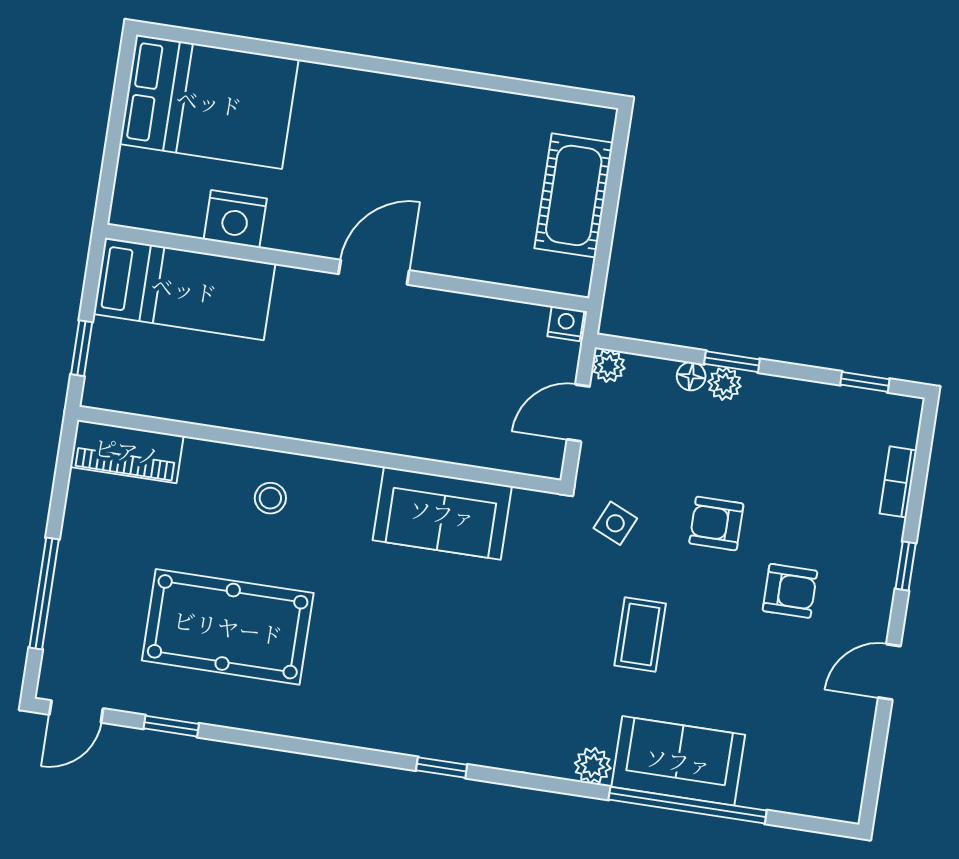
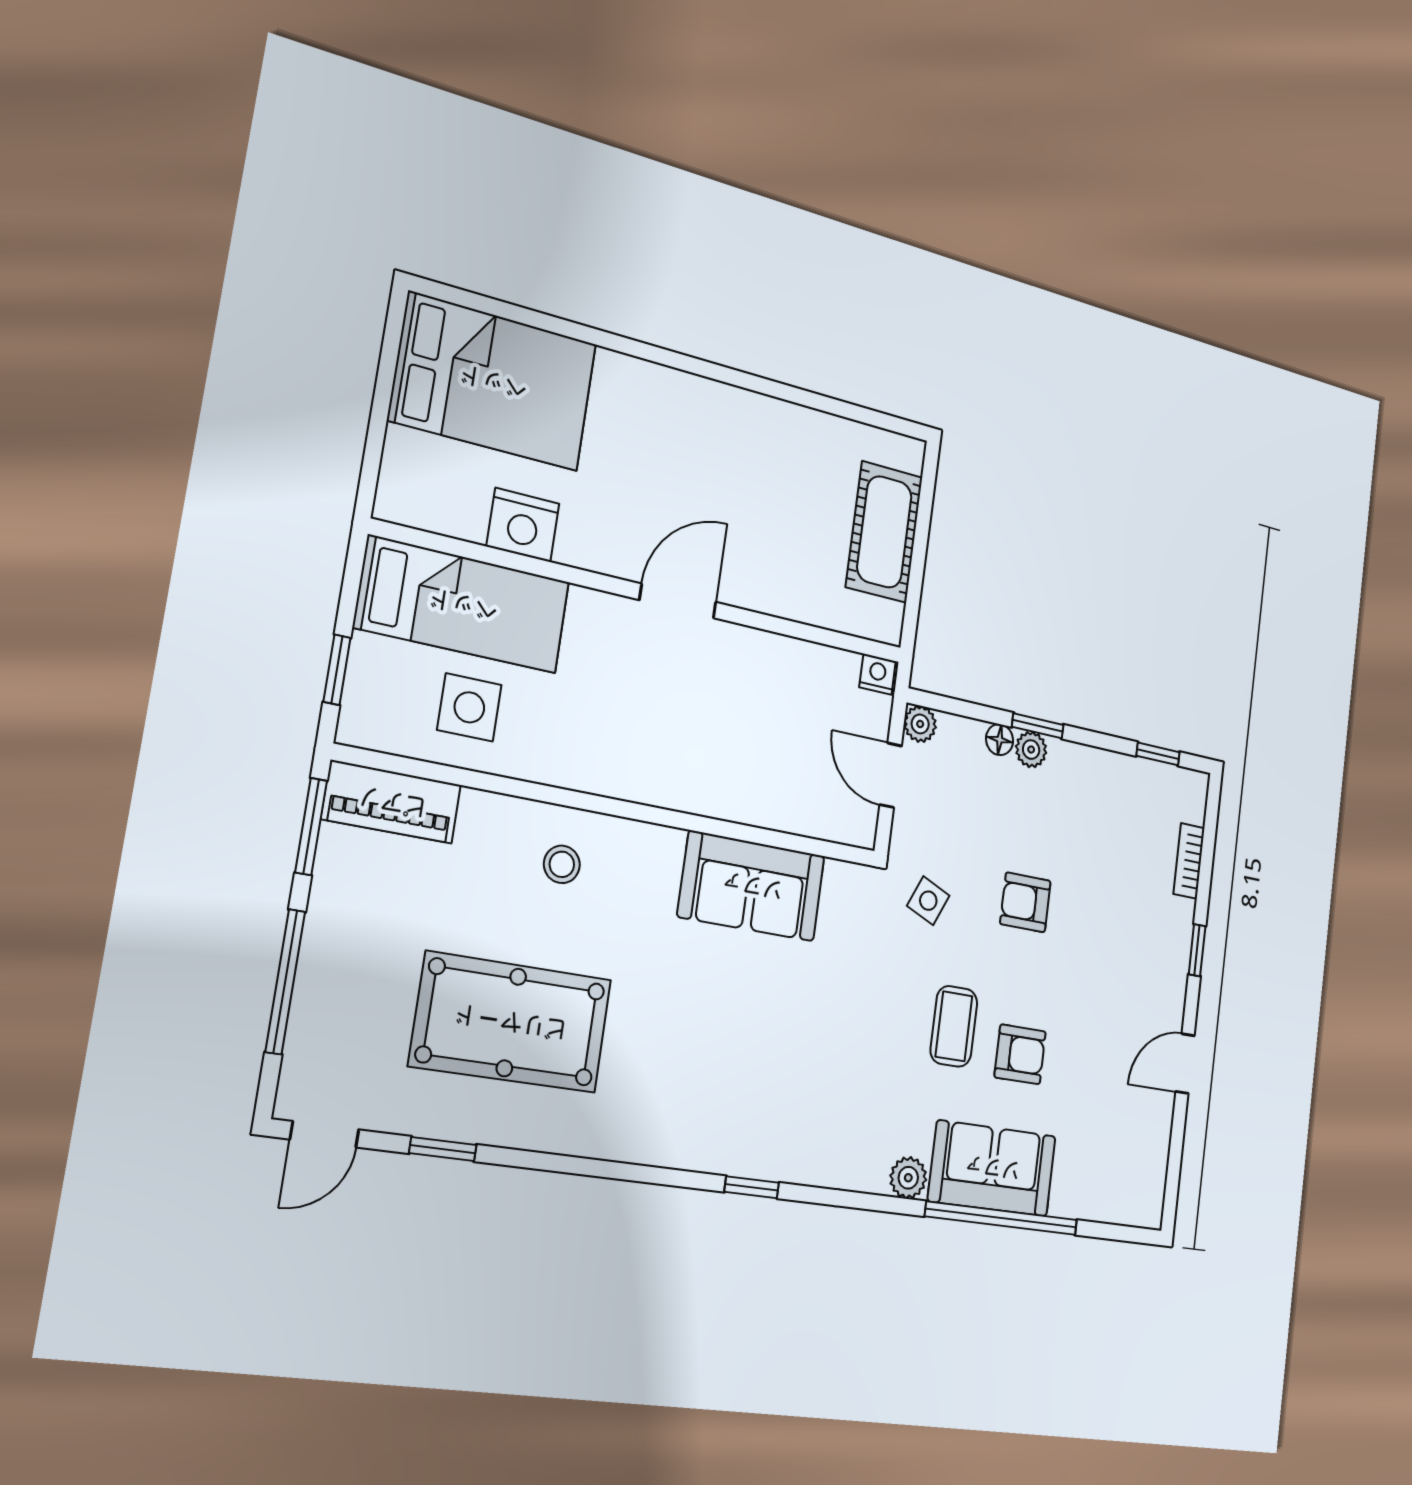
side table: (190, 373) -> (469, 707), added
door: (578, 413) -> (891, 775), hinge flipped
window: (63, 473) -> (311, 827), added
armchair: (790, 591) -> (1020, 1054), moved

